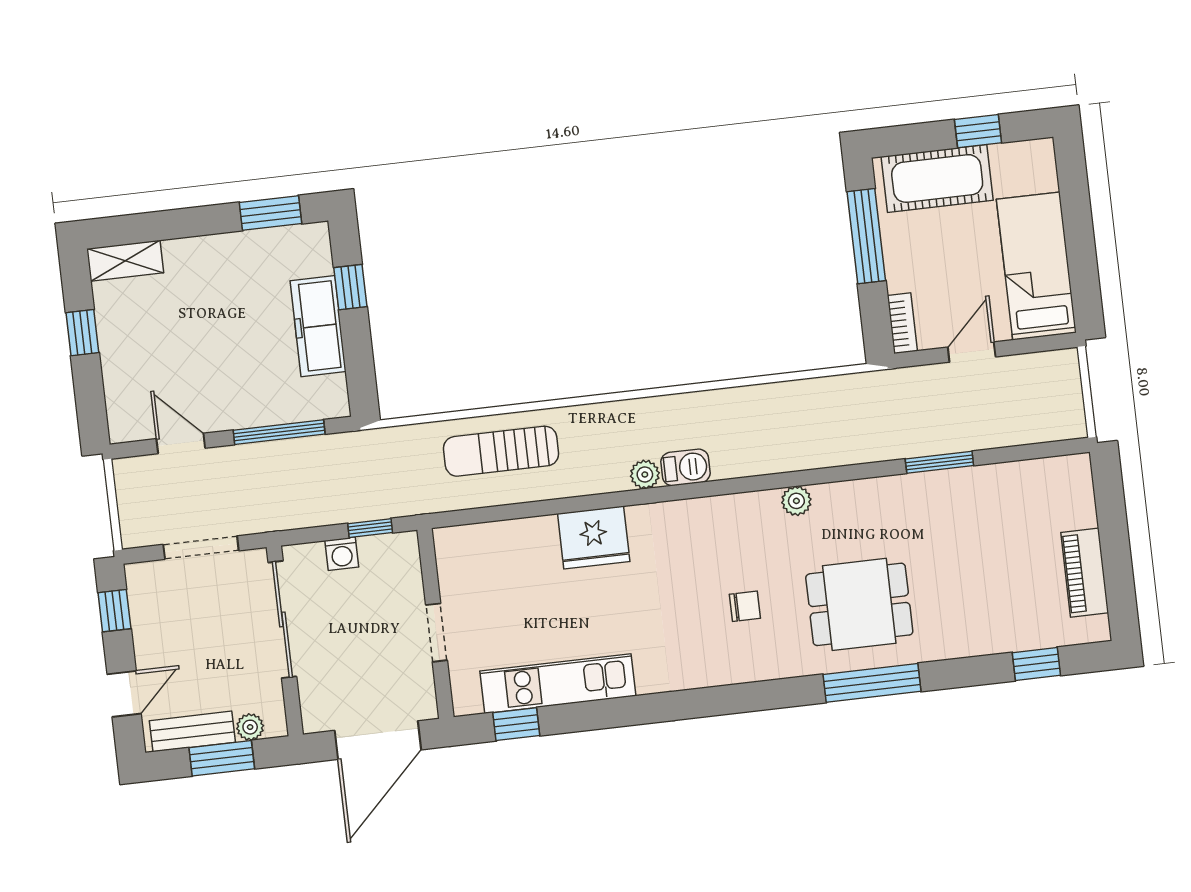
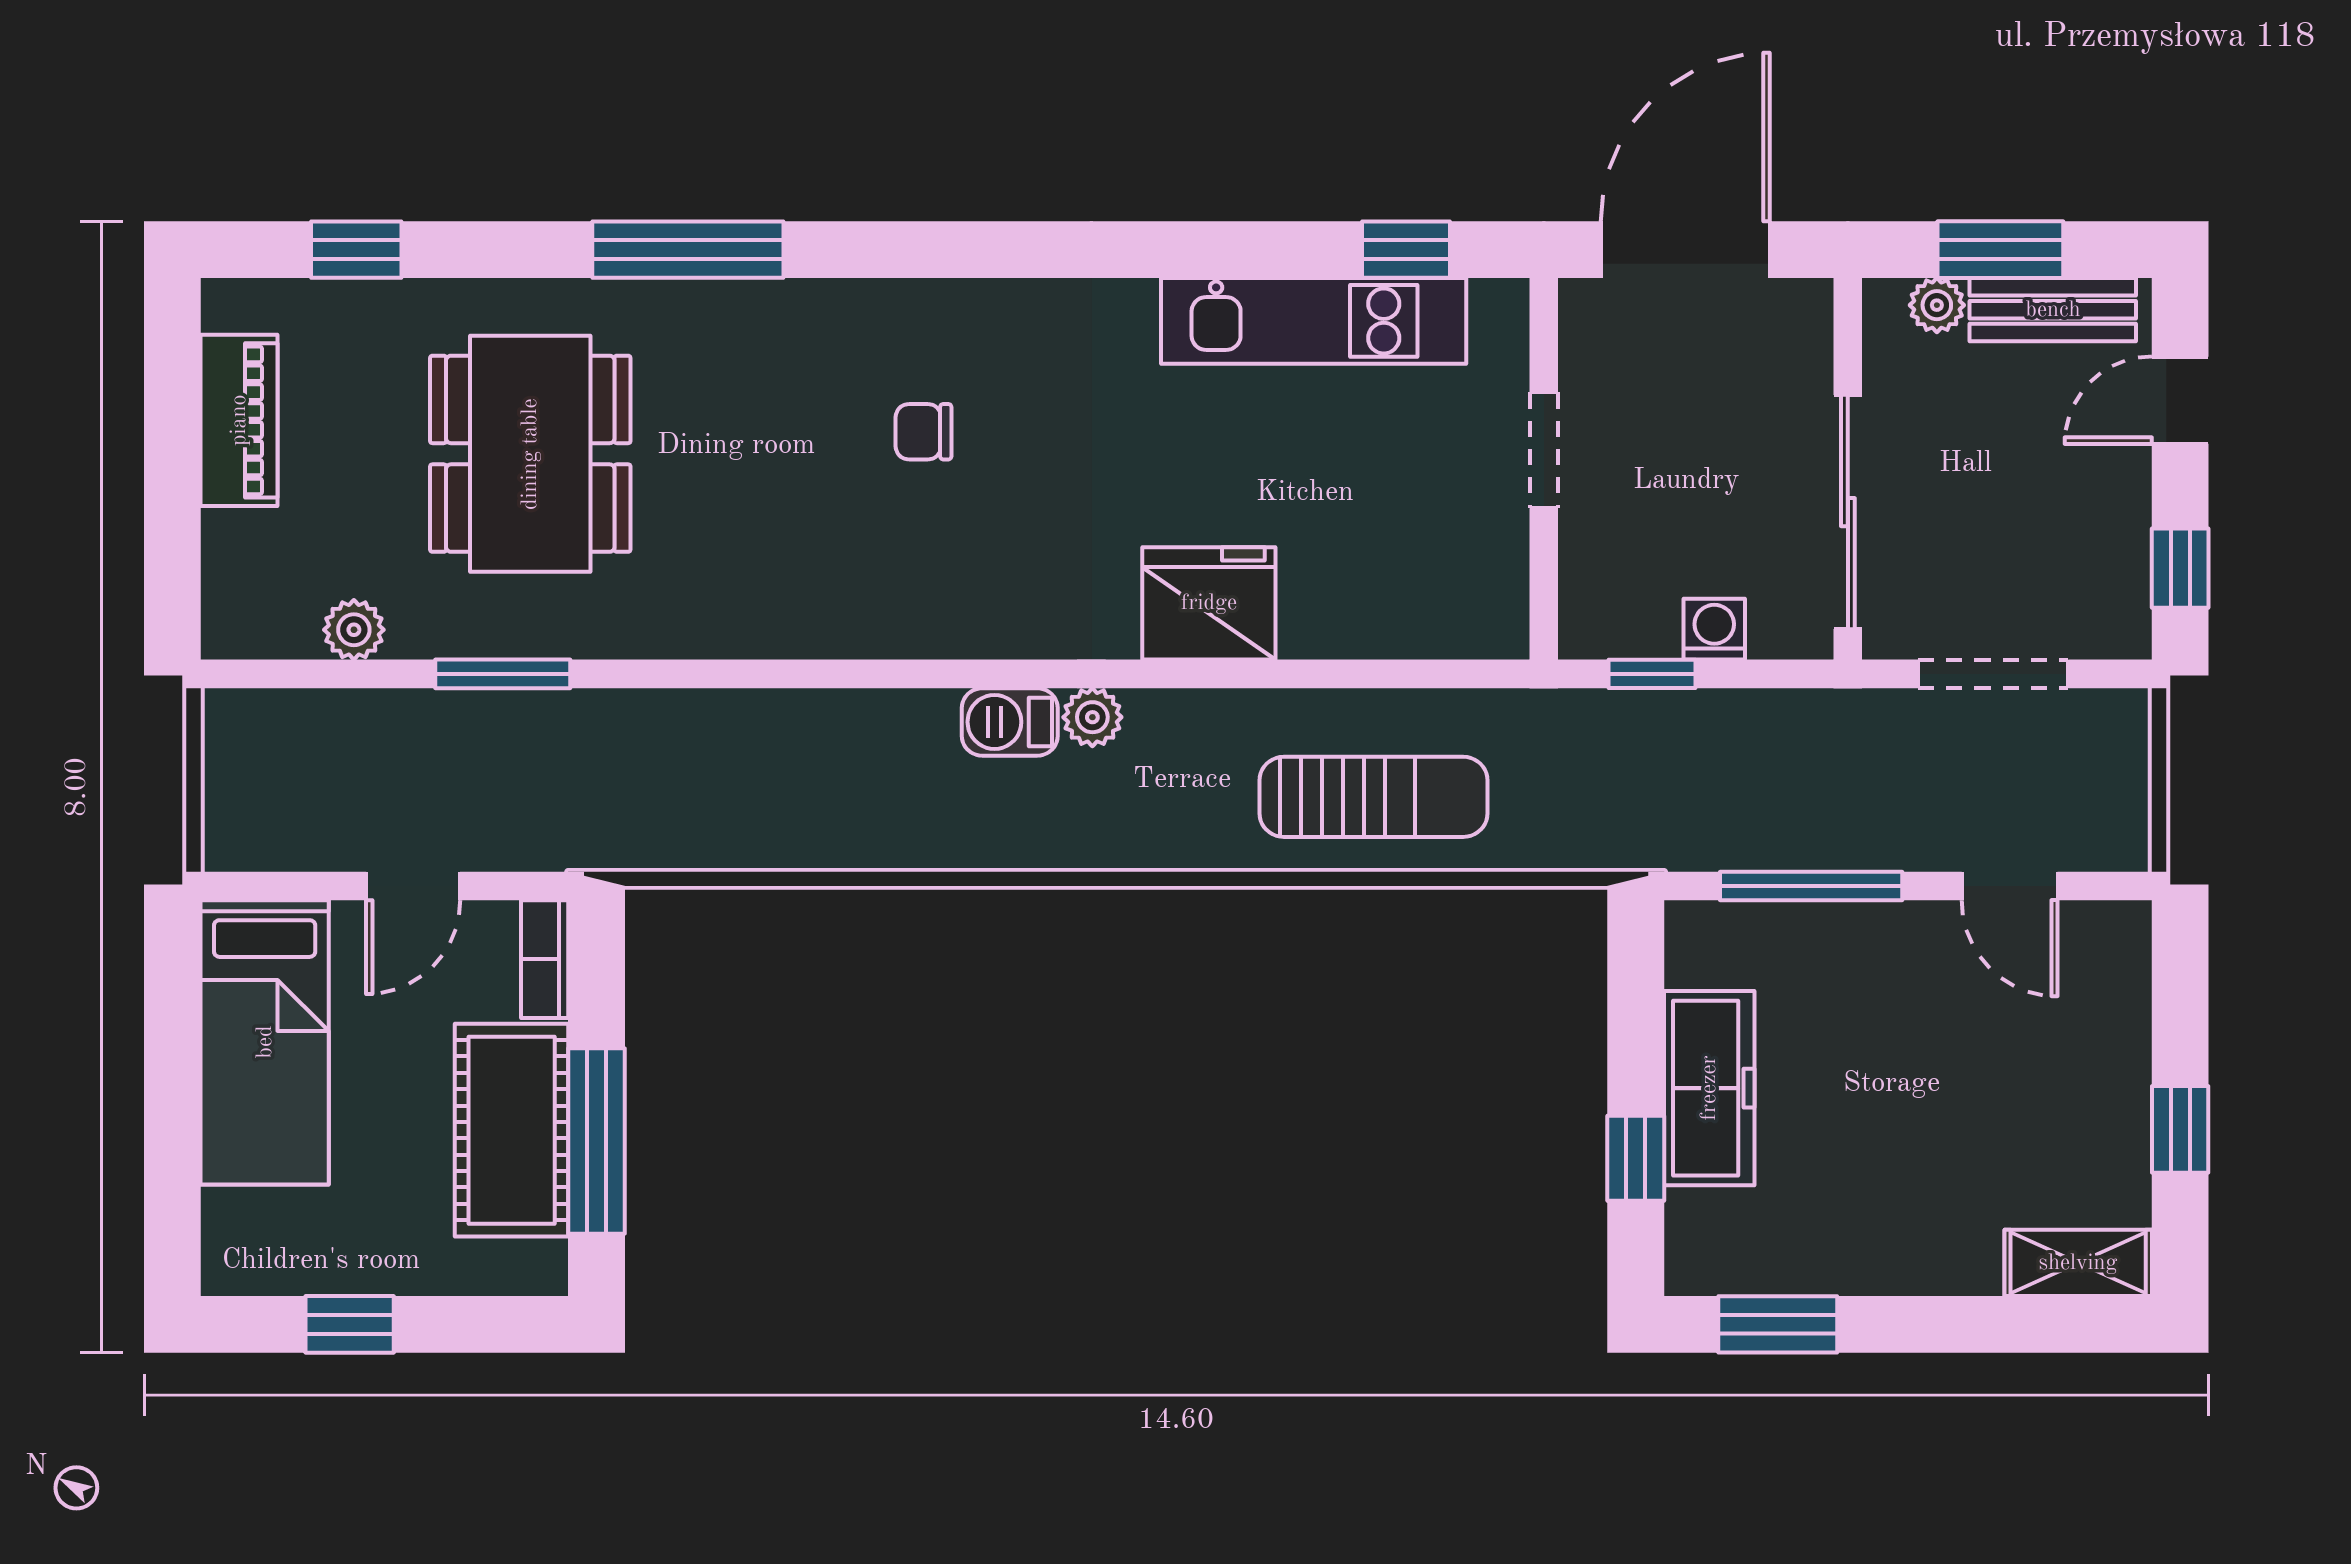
cot: (937, 178) -> (512, 1130), moved, turned 90
plant: (796, 501) -> (354, 630), moved
dining table: (859, 604) -> (530, 454), moved, width x1.37

